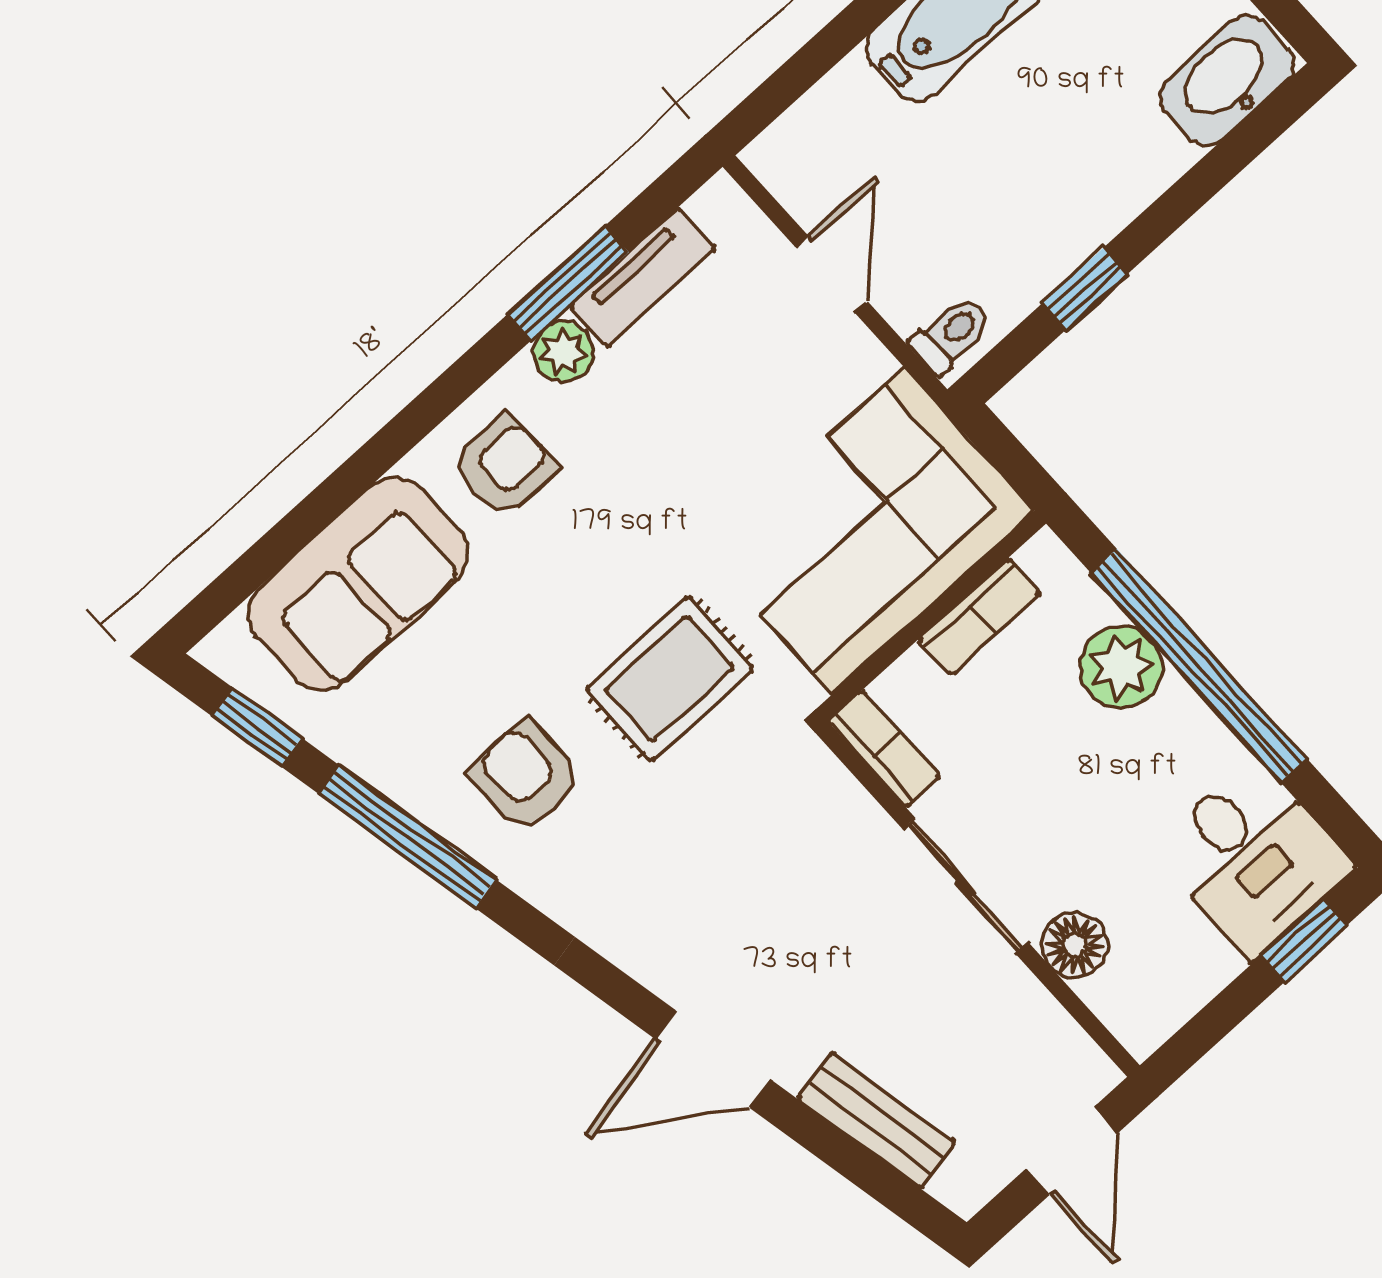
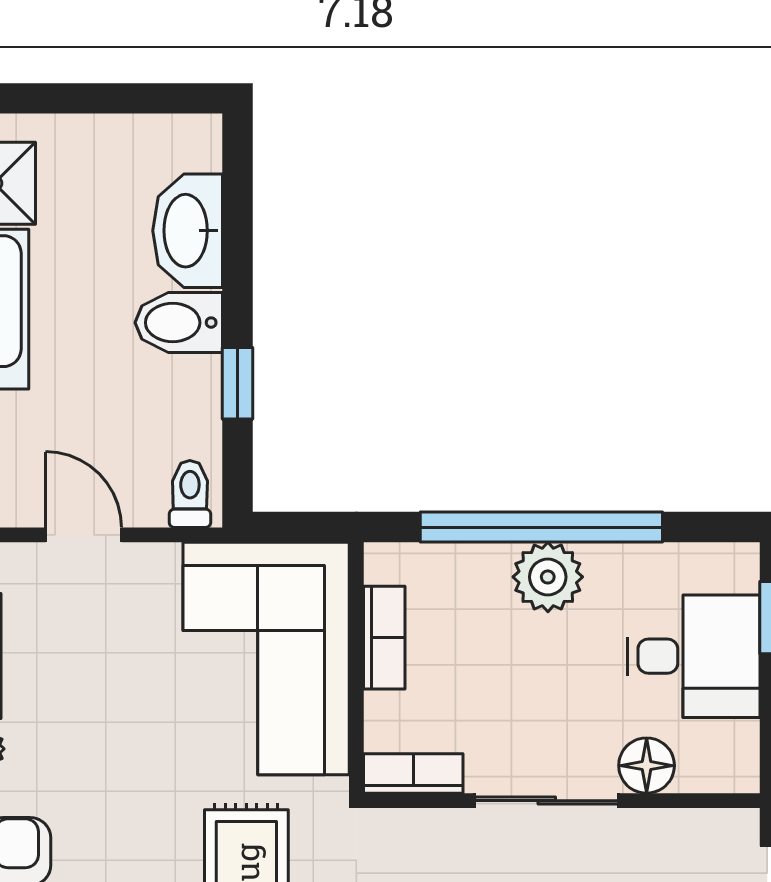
washbasin: (1227, 81) -> (188, 231), moved
bidet: (1091, 190) -> (179, 323), added
plant: (1121, 667) -> (548, 577), moved
desk: (1253, 858) -> (694, 656), moved

